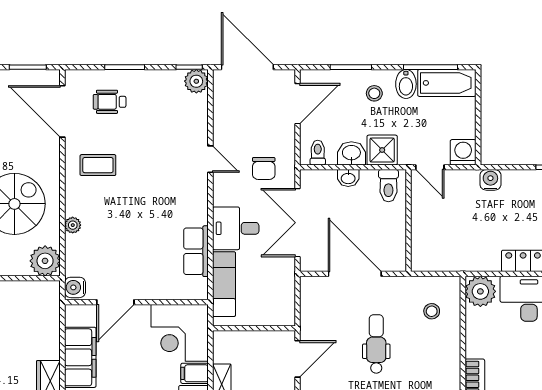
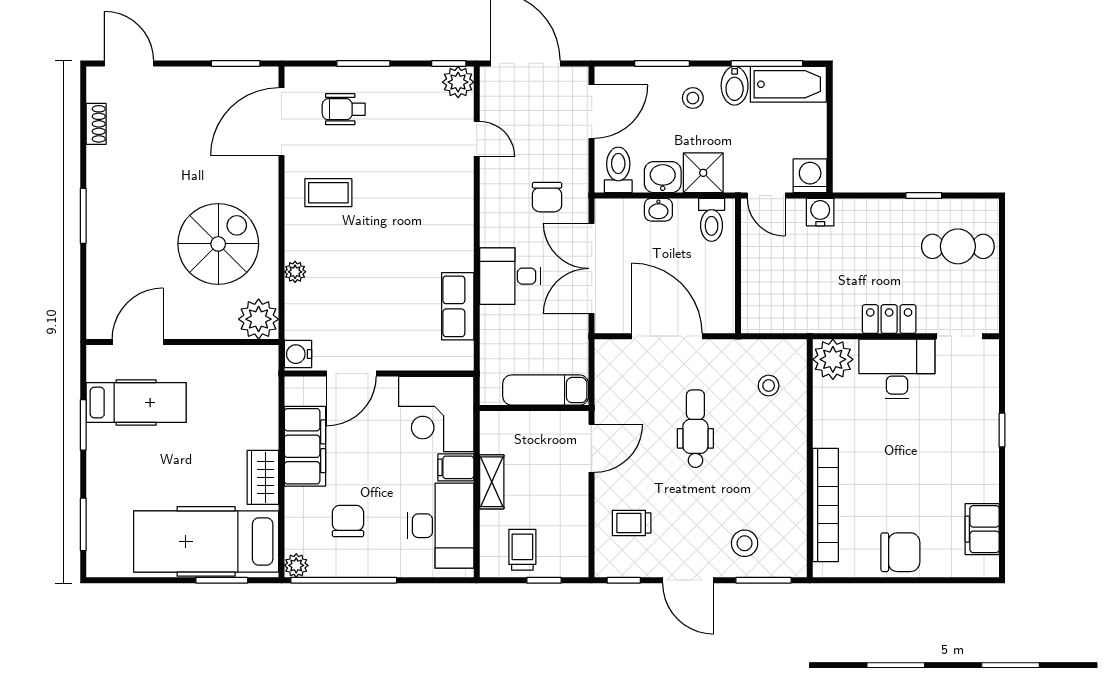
door: (62, 111) -> (281, 122), hinge flipped
toilet: (318, 153) -> (618, 170), width x1.37, depth x1.39
door: (210, 159) -> (477, 139), moved
water cooler: (490, 180) -> (820, 212), moved
exam couch: (224, 284) -> (546, 390), moved, turned -90

